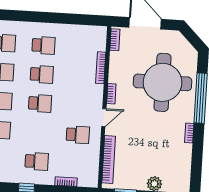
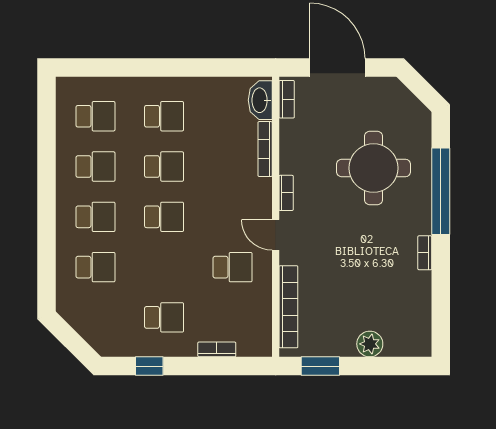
washbasin: (100, 39) -> (260, 100), added
round table: (163, 82) -> (374, 168), width x0.73, depth x0.73
door: (104, 118) -> (276, 235), swing flipped

